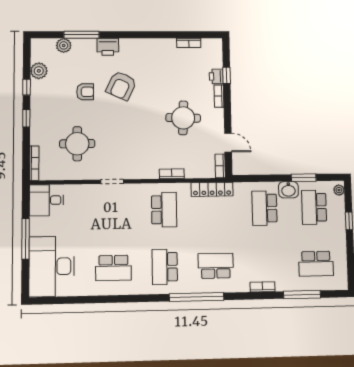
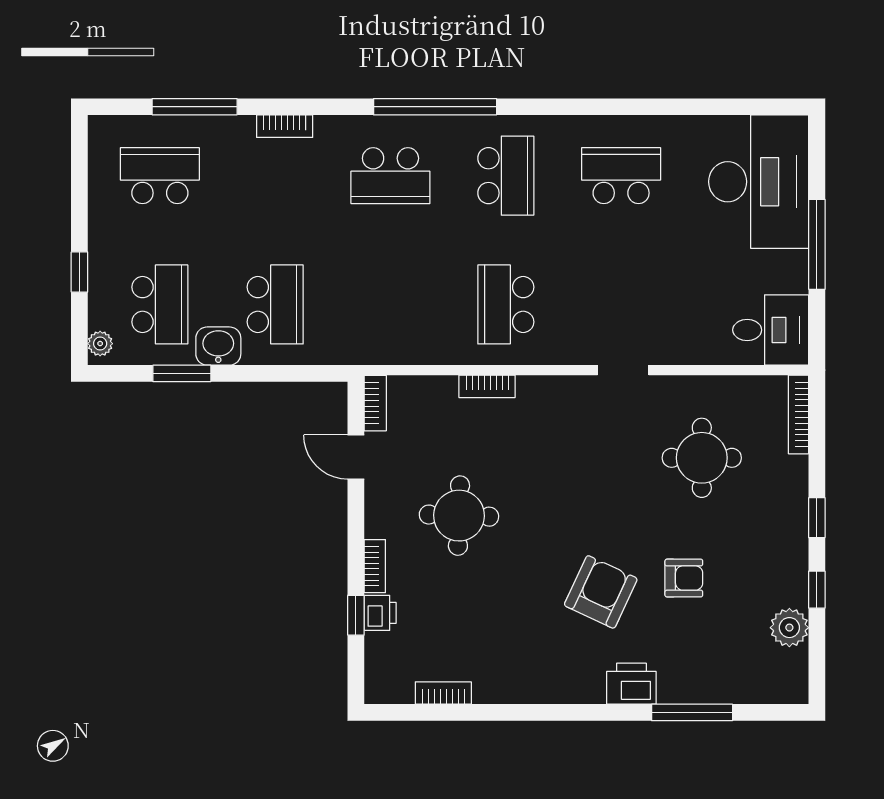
plant: (64, 45) -> (733, 687), removed
armchair: (85, 92) -> (684, 578), turned 180
locker: (212, 189) -> (395, 349), removed

